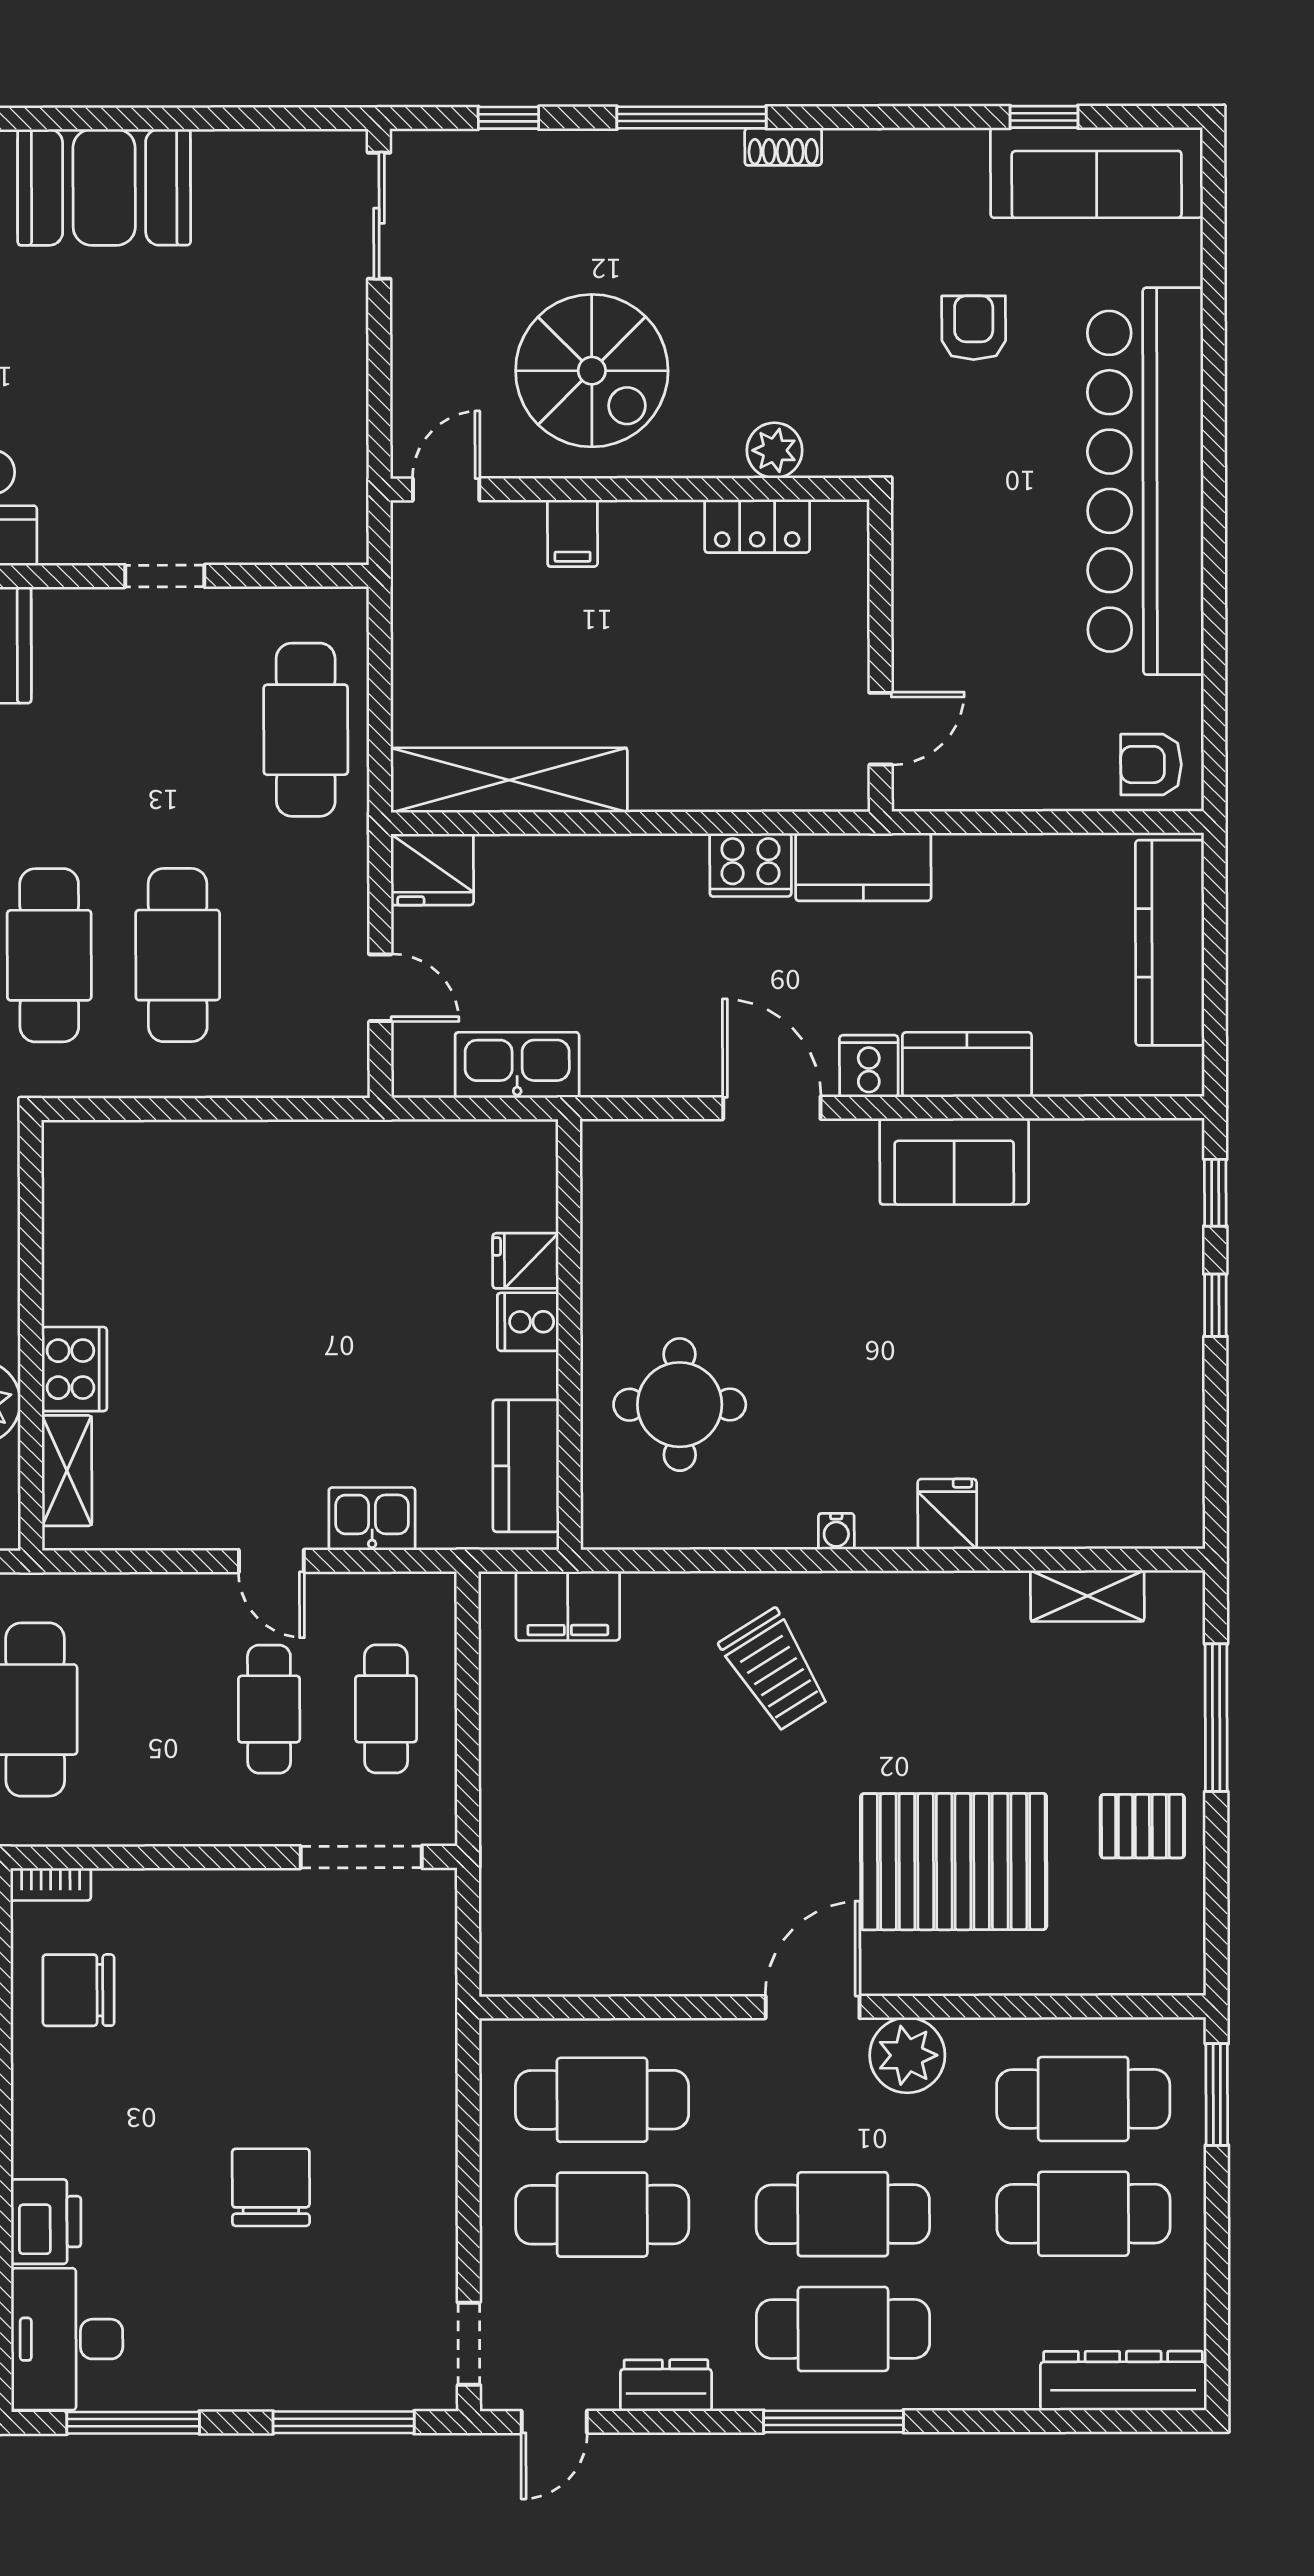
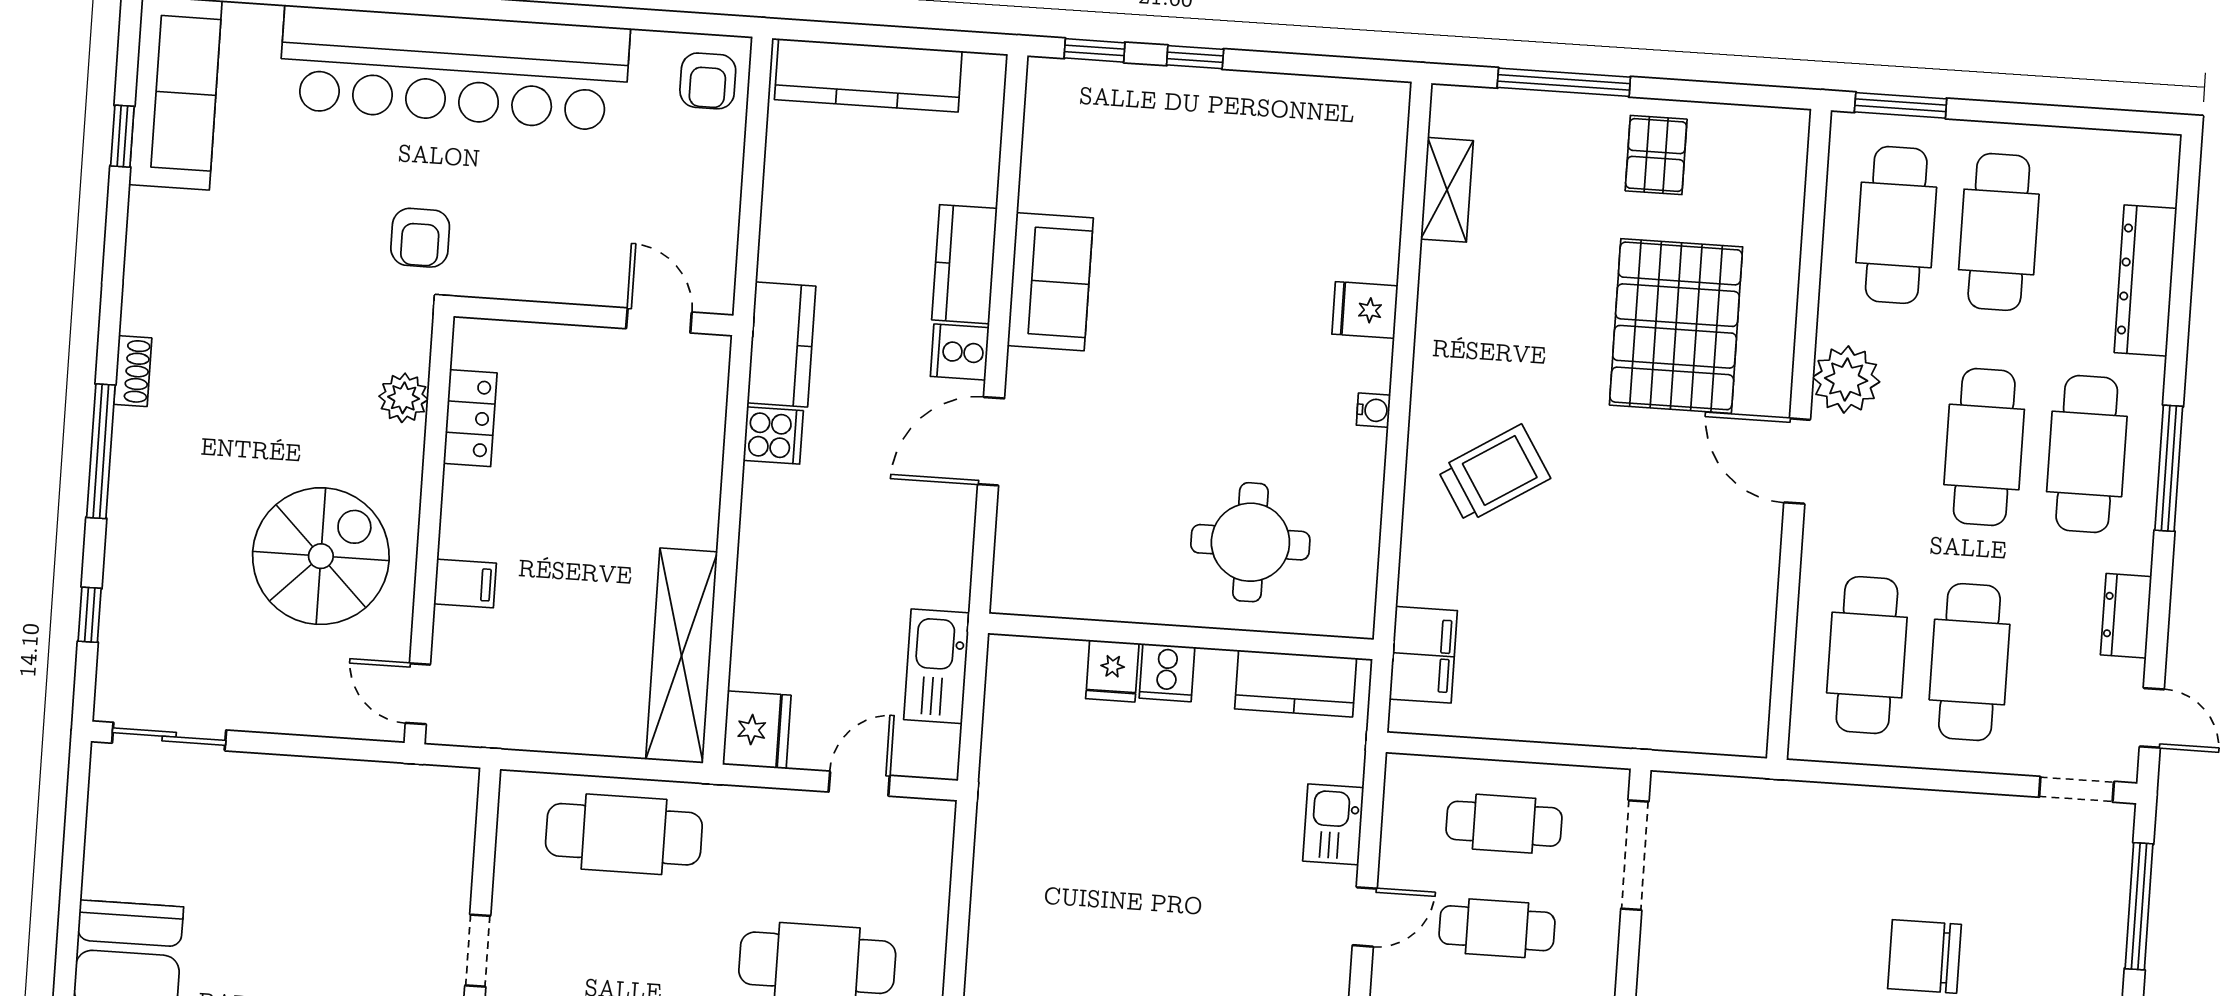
armchair: (974, 328) -> (420, 238), moved, turned -90
cooker: (751, 865) -> (773, 435), width x0.73
dresser: (1123, 2381) -> (2146, 280), moved

